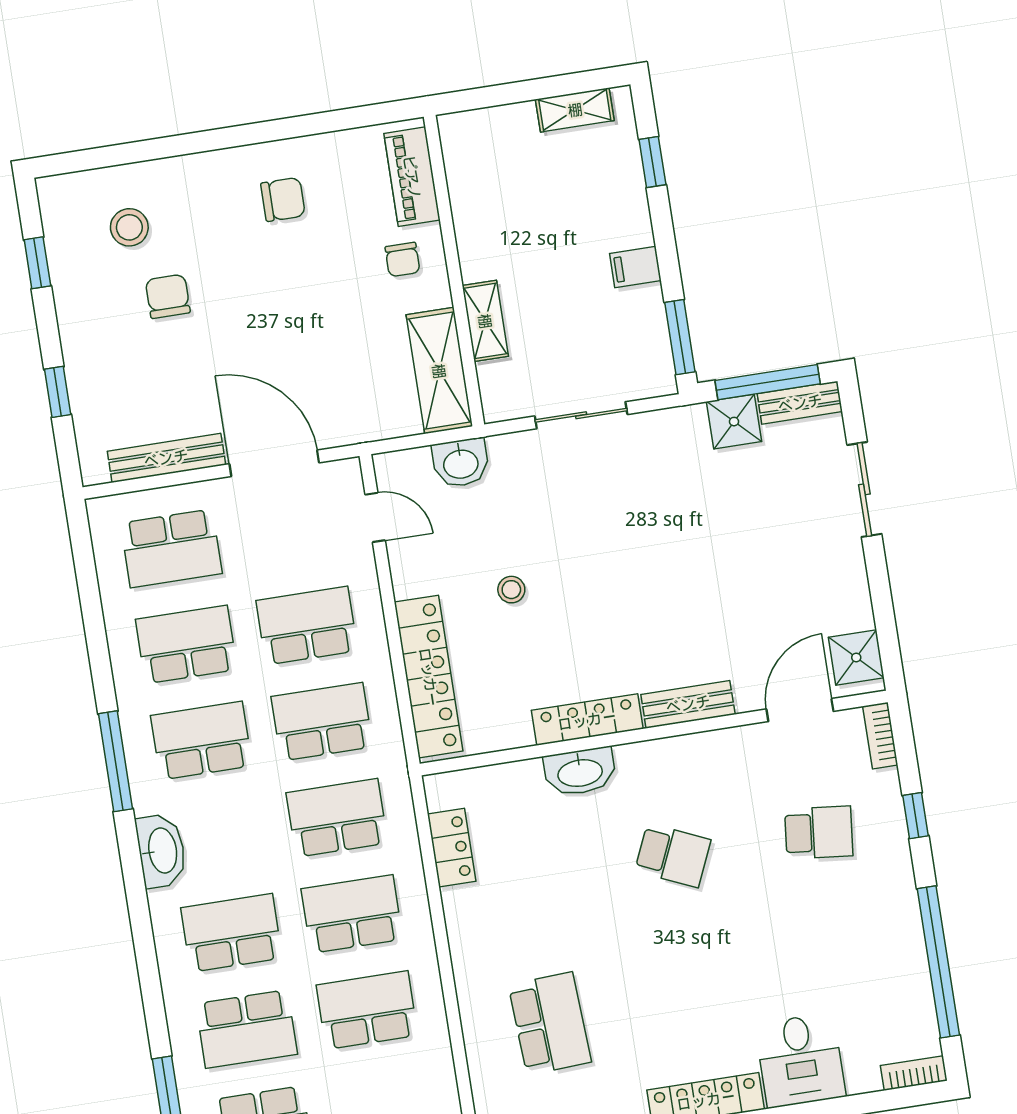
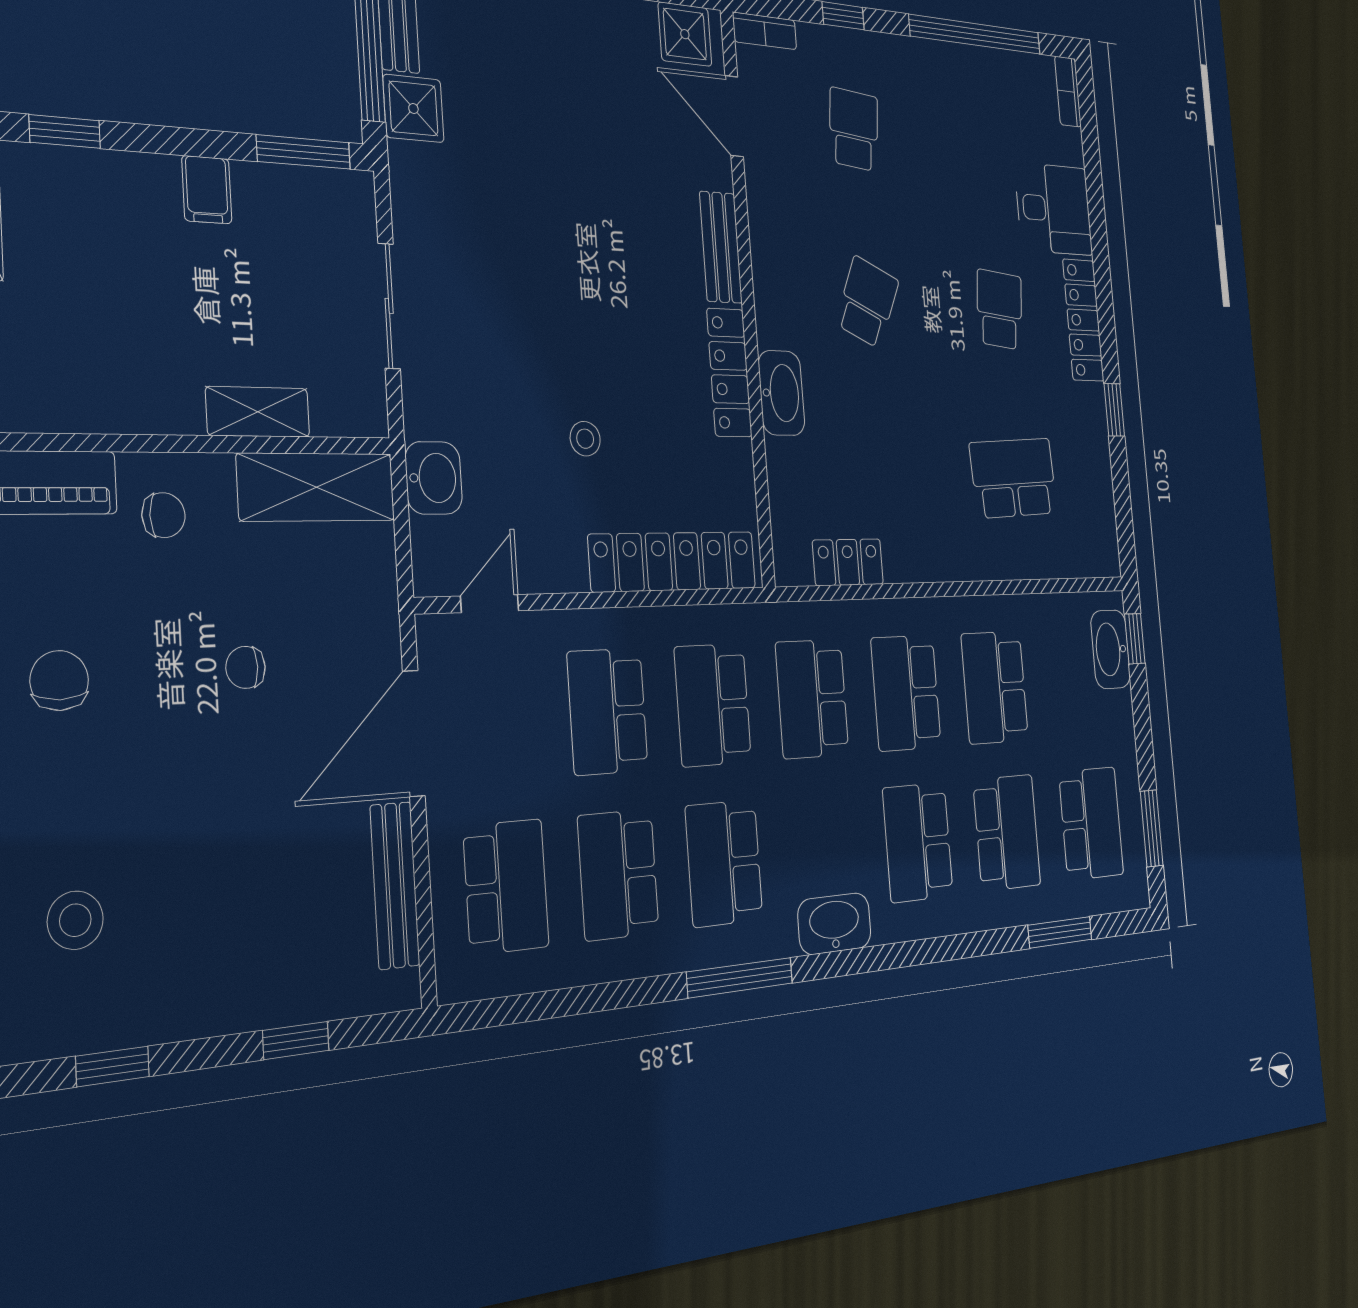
chair: (168, 296) -> (246, 667), moved, width x0.73, depth x0.73
school desk: (696, 1001) -> (999, 309), added

